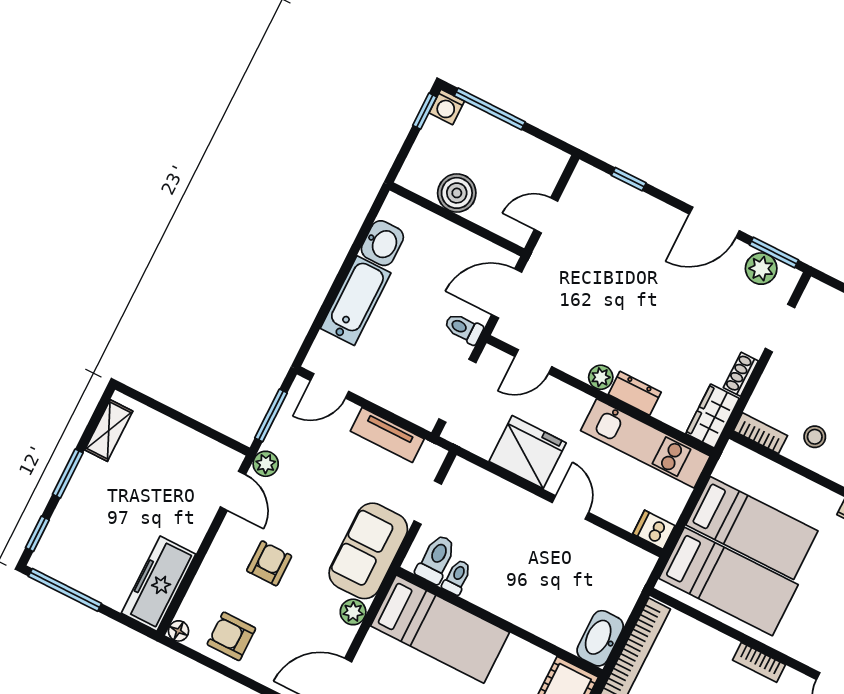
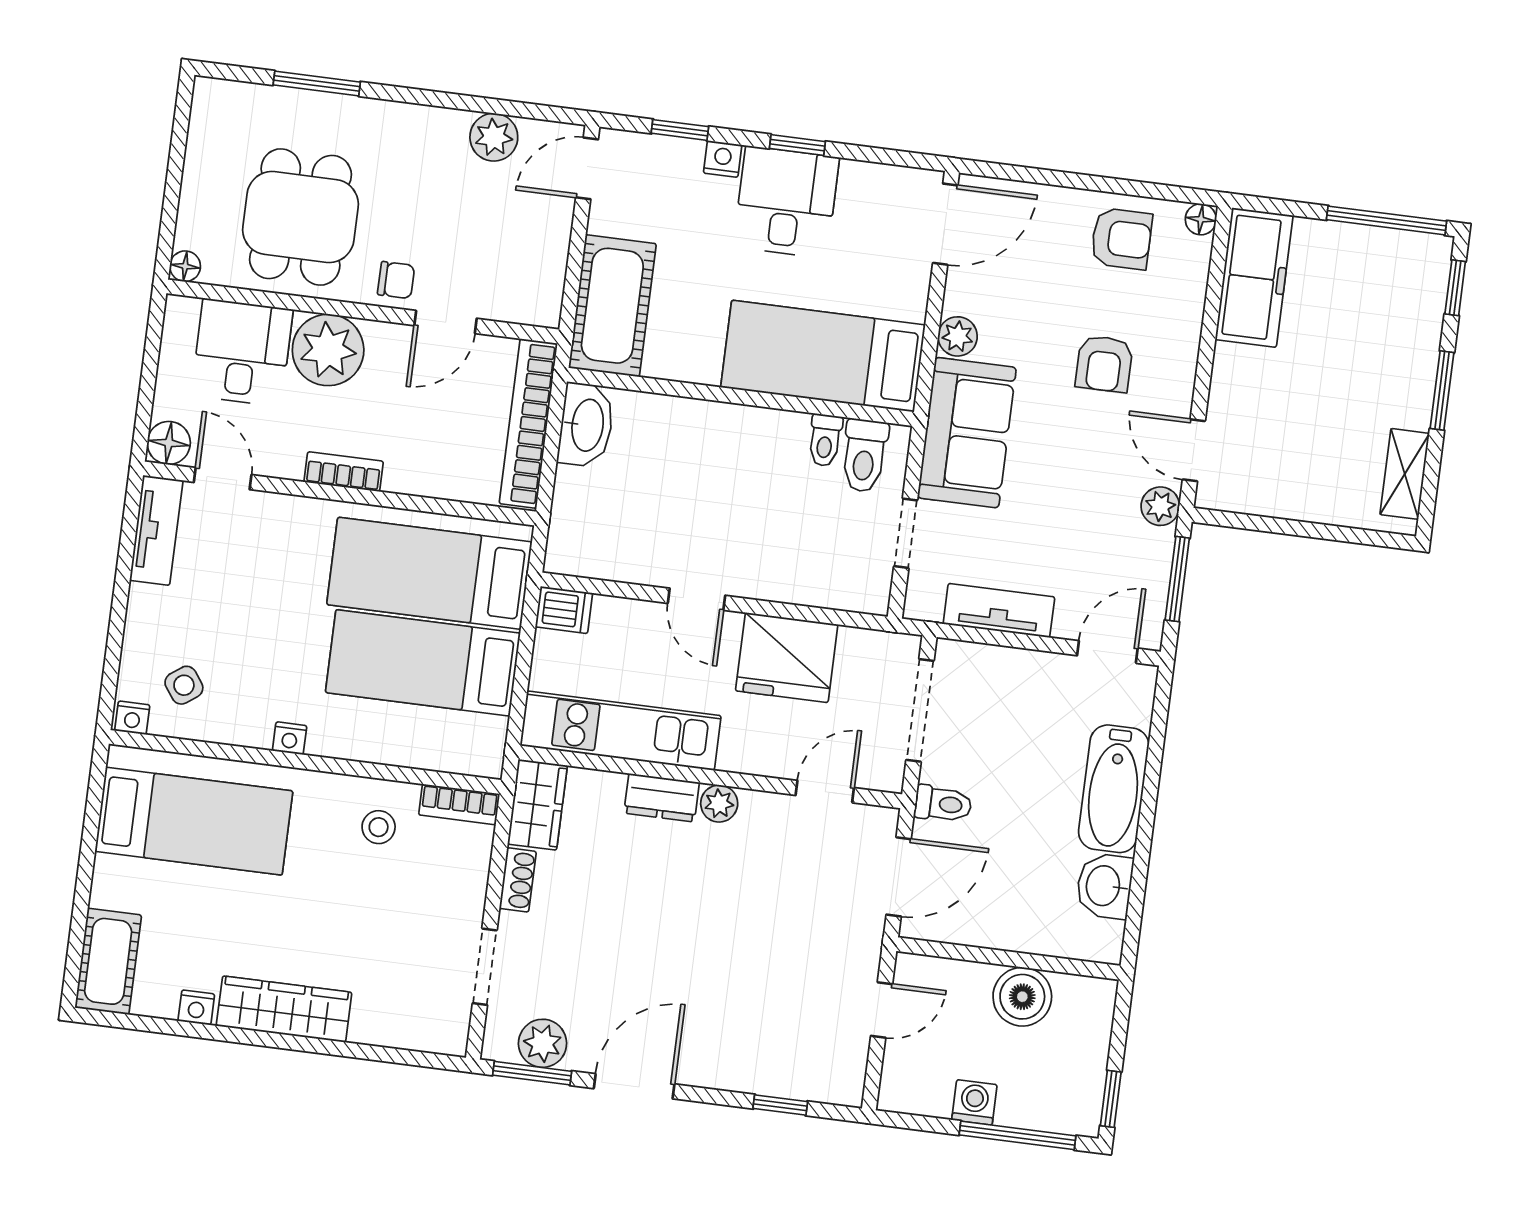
washing machine: (447, 107) -> (974, 1102), moved

